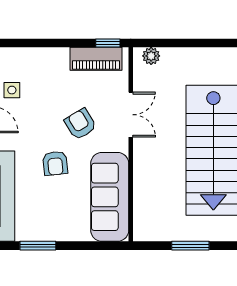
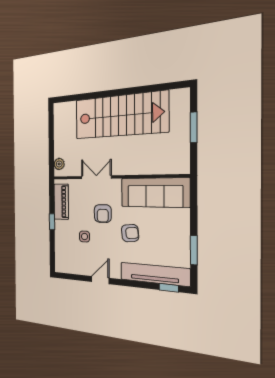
window: (108, 43) -> (52, 222), moved
side table: (12, 90) -> (85, 237), moved
armchair: (80, 124) -> (103, 214), turned -59

